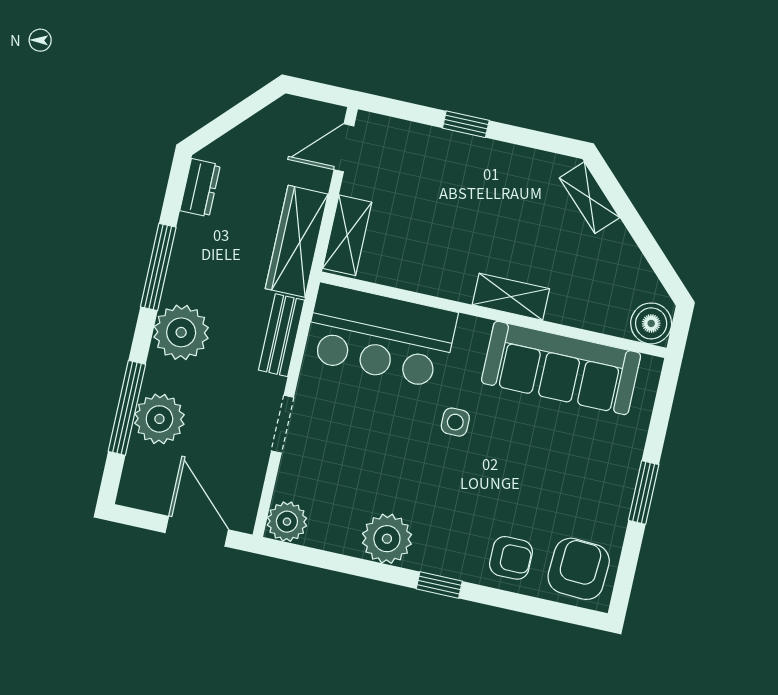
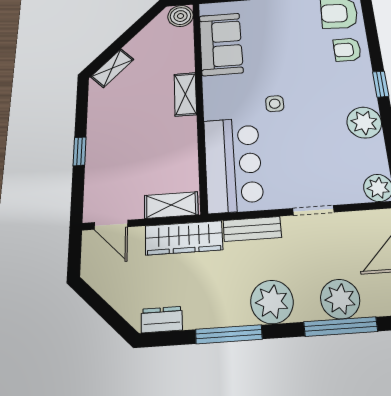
sofa: (561, 368) -> (221, 44), width x0.73
armchair: (511, 558) -> (347, 50), turned -90

